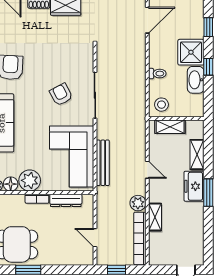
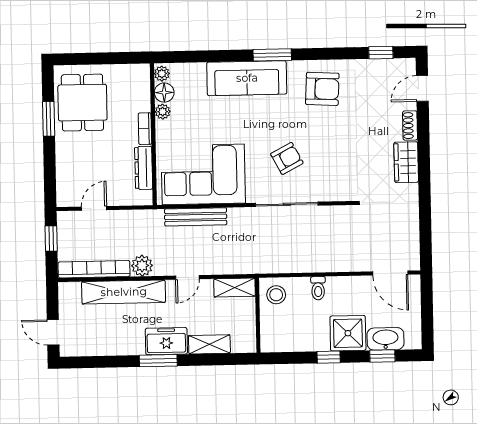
washbasin: (196, 80) -> (385, 339), moved
shelving: (170, 127) -> (235, 288), moved, turned 90
plant: (30, 180) -> (163, 112), width x0.53, depth x0.53
shelving: (155, 217) -> (124, 292), width x2.20, depth x1.33

